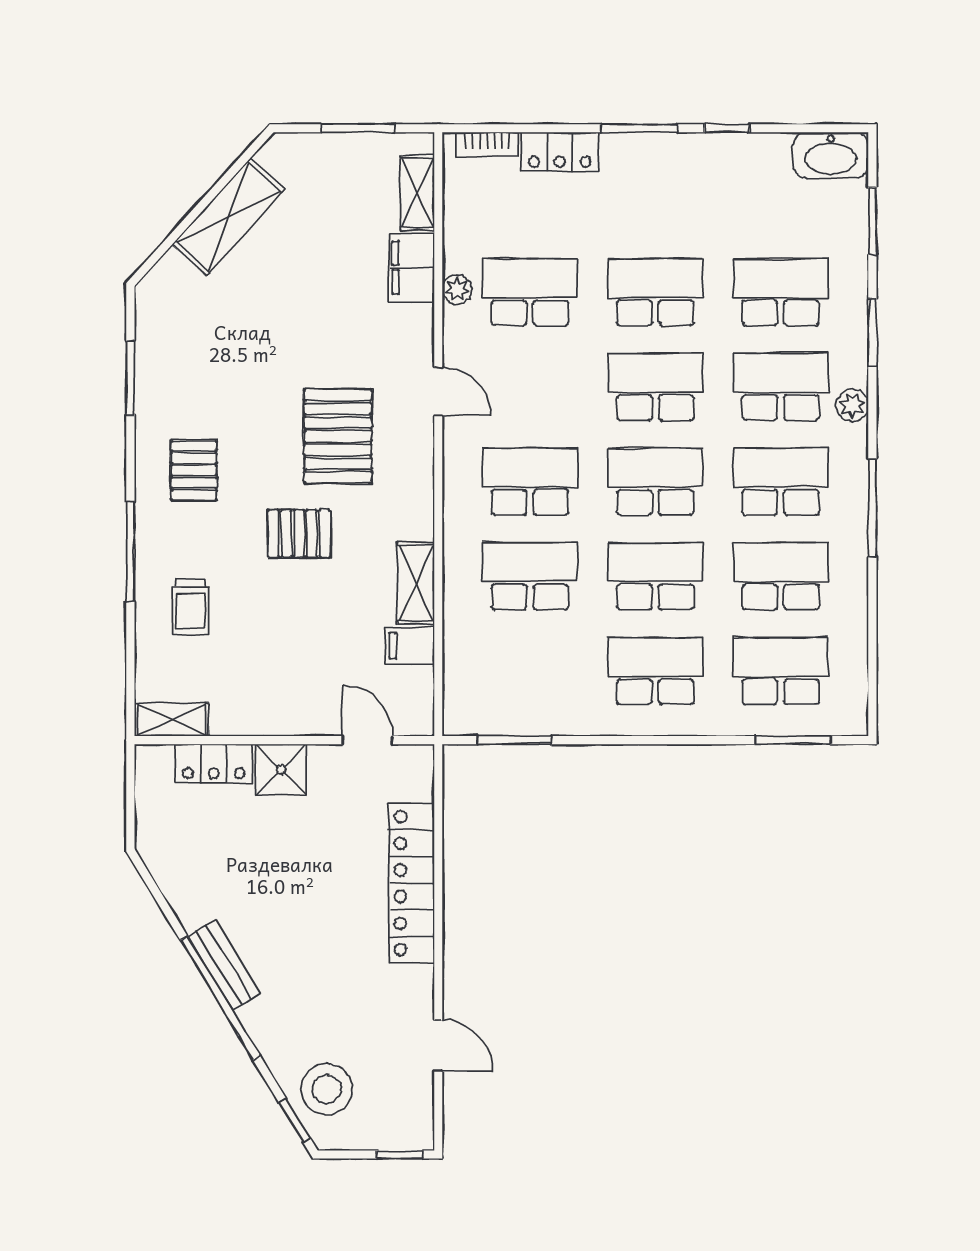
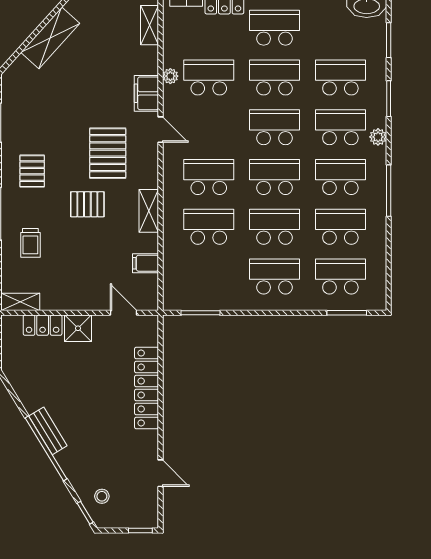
school desk: (655, 197) -> (275, 28), added
filing cabinet: (412, 268) -> (146, 93), moved
shelving: (416, 583) -> (149, 211), moved
stool: (327, 1089) -> (102, 496), width x0.53, depth x0.53

